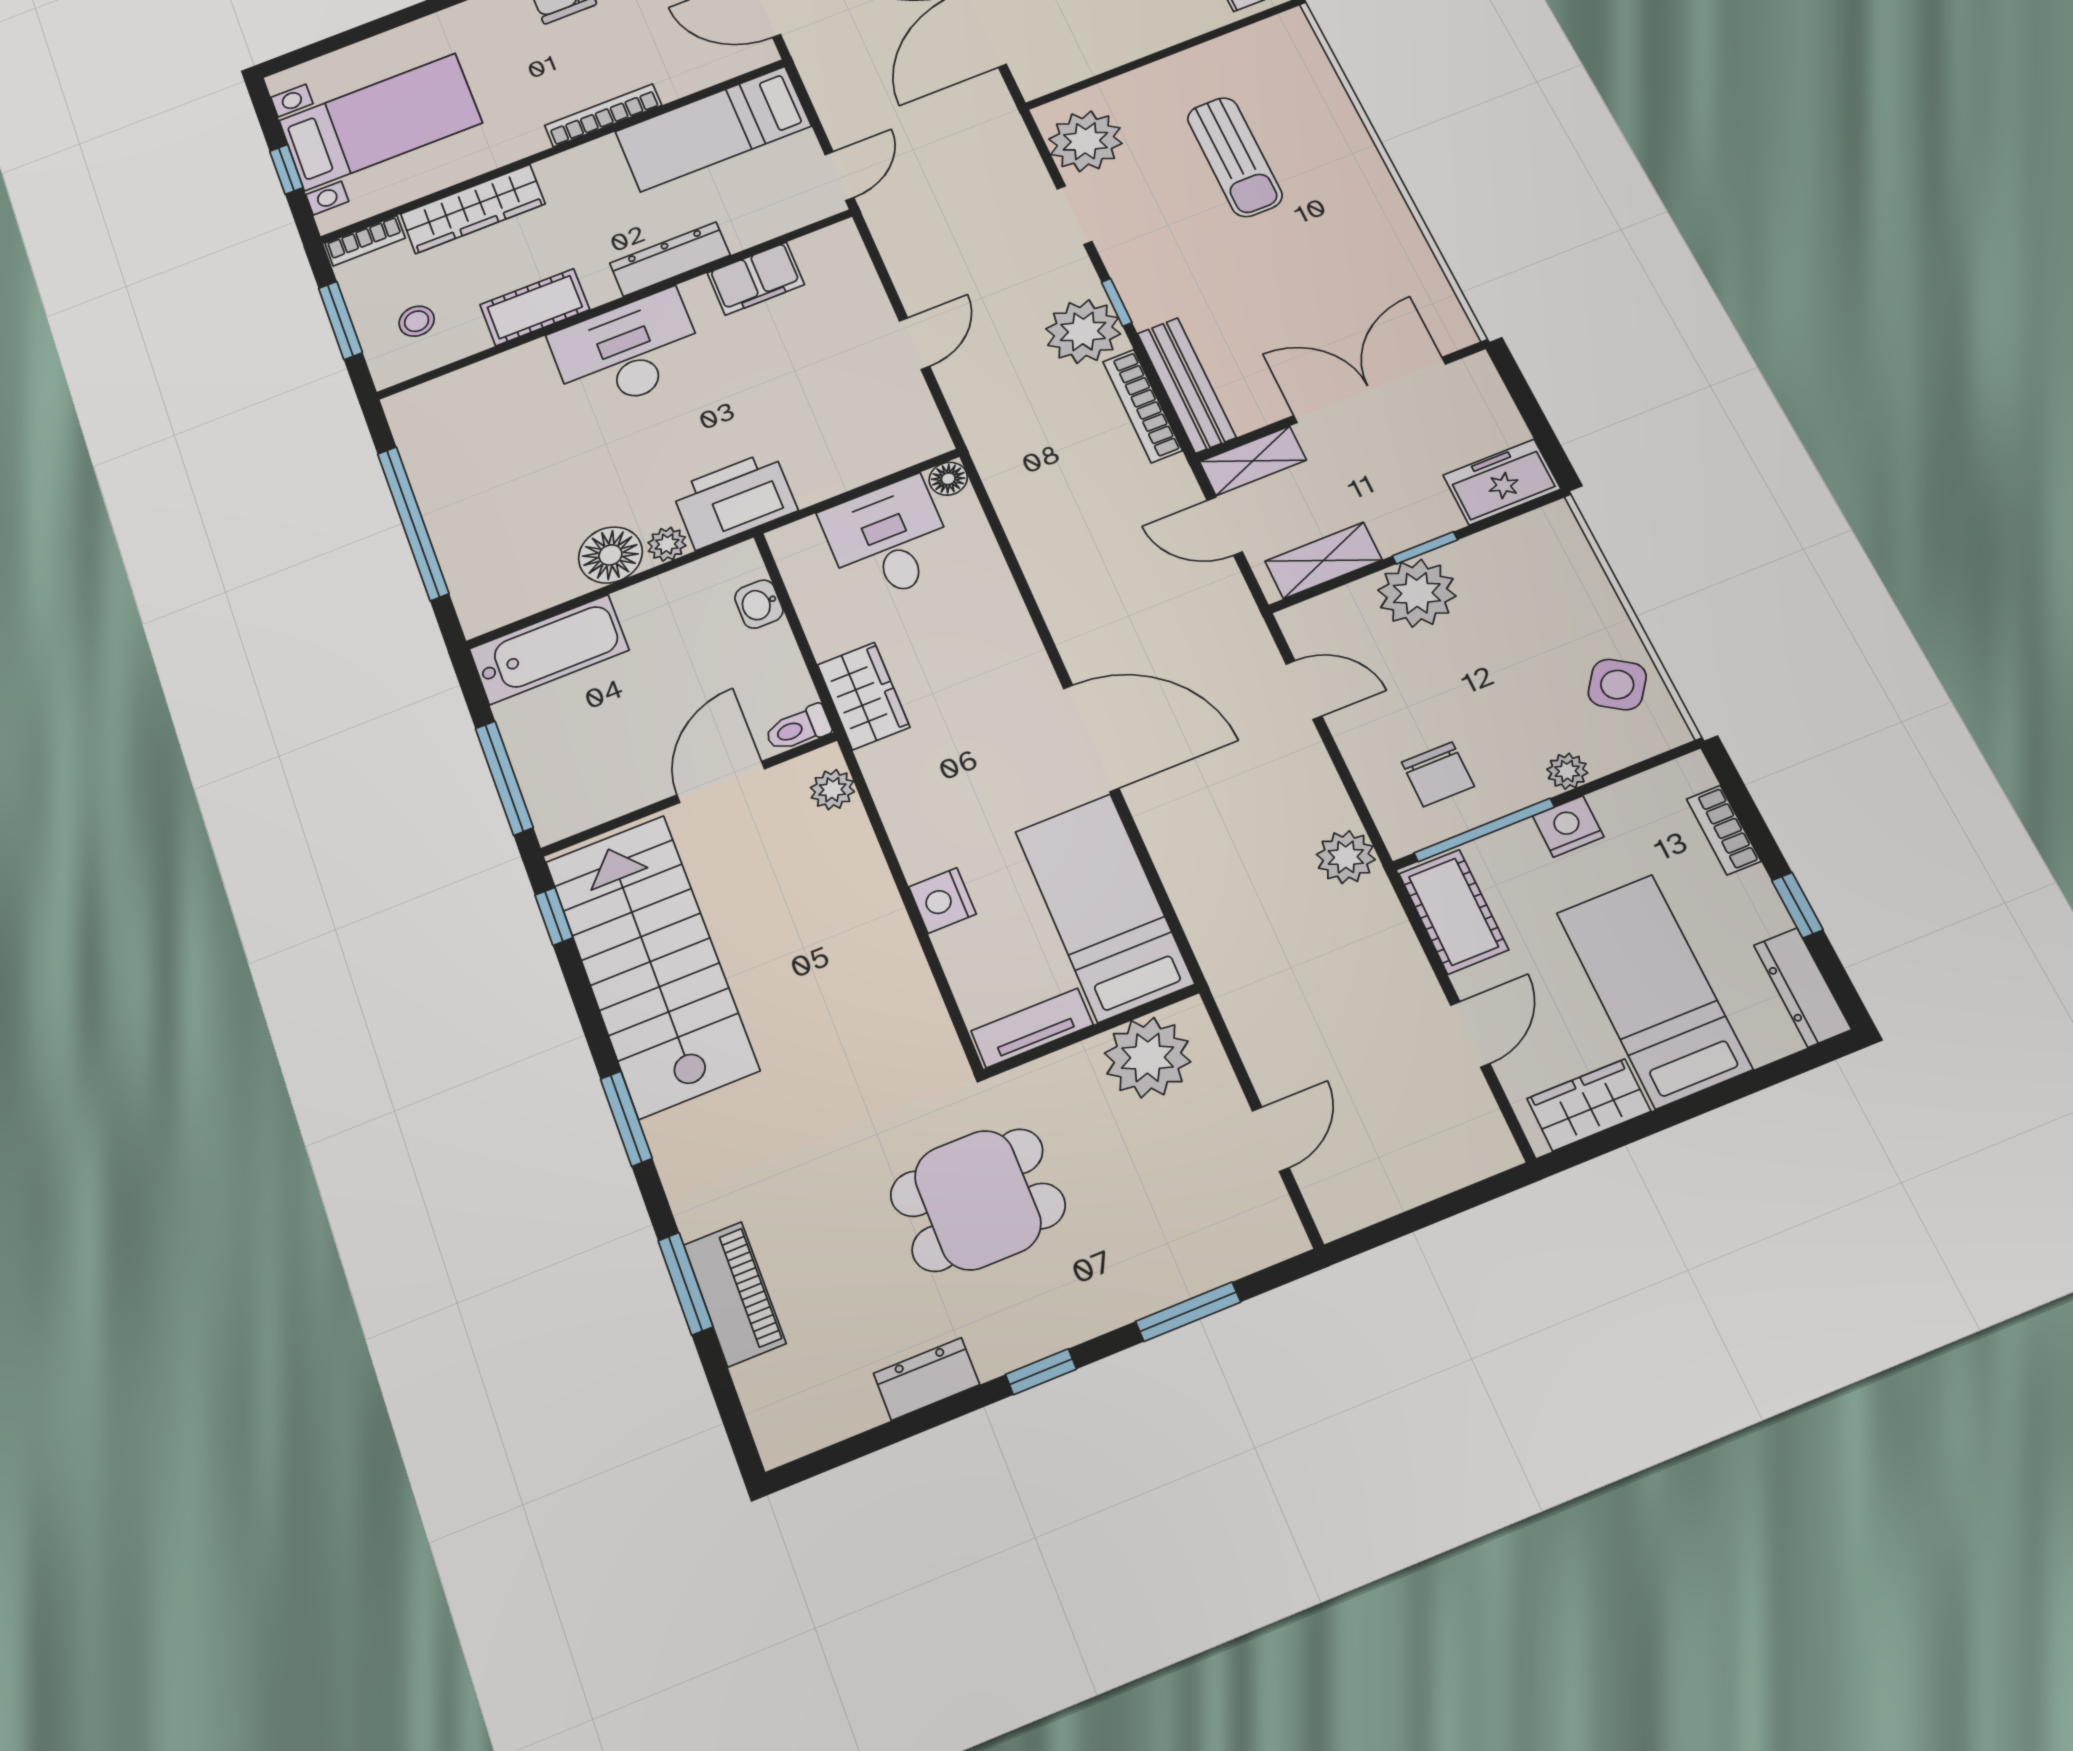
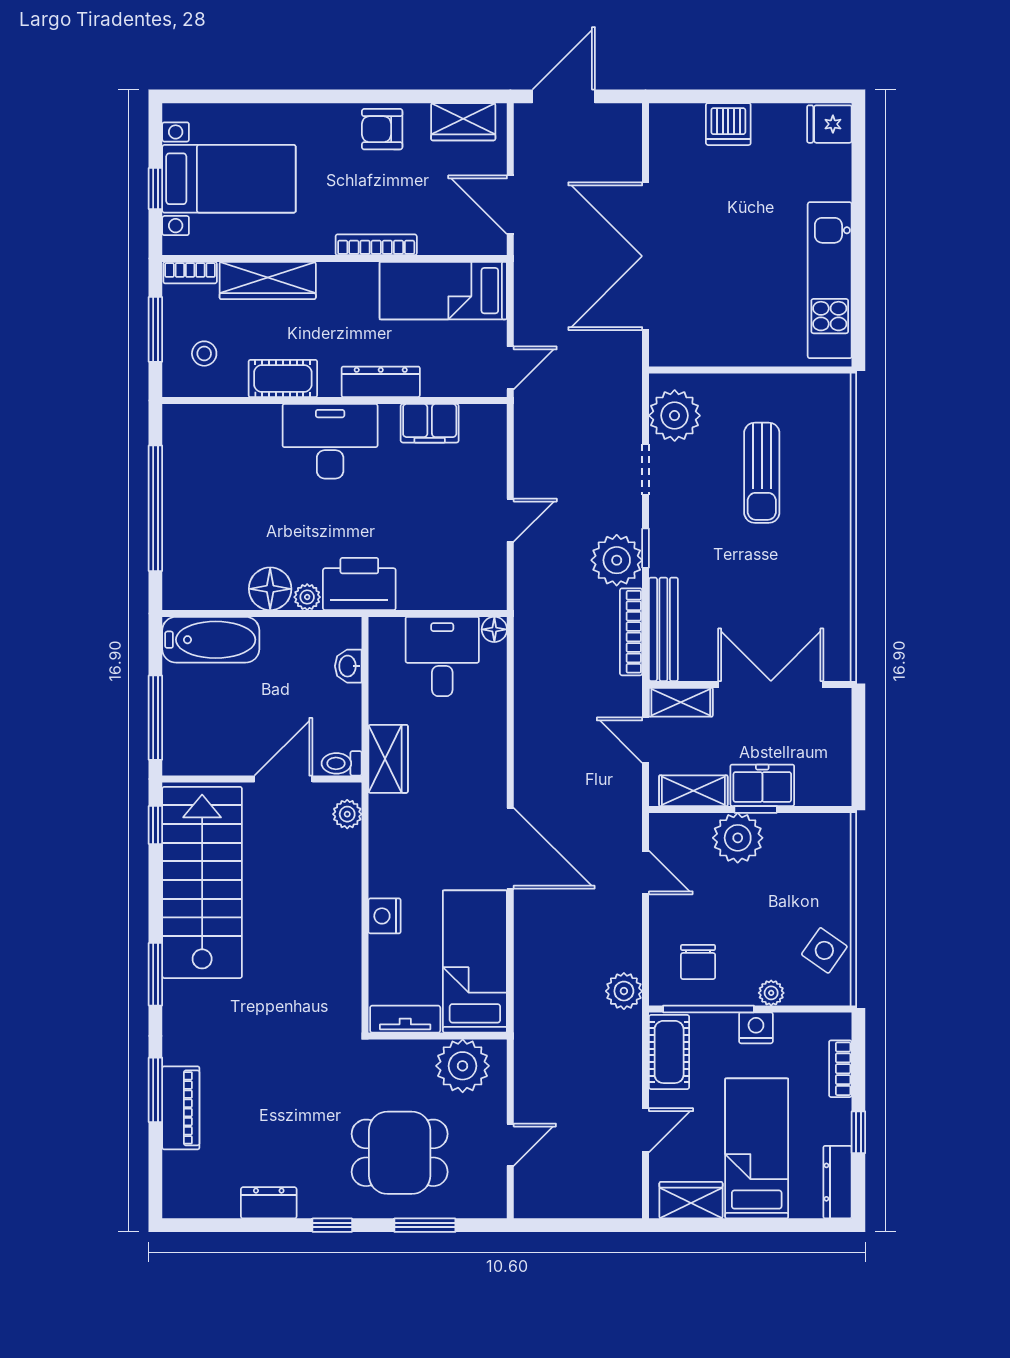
freezer: (1502, 482) -> (762, 785), moved
dining table: (978, 1200) -> (400, 1153), moved

